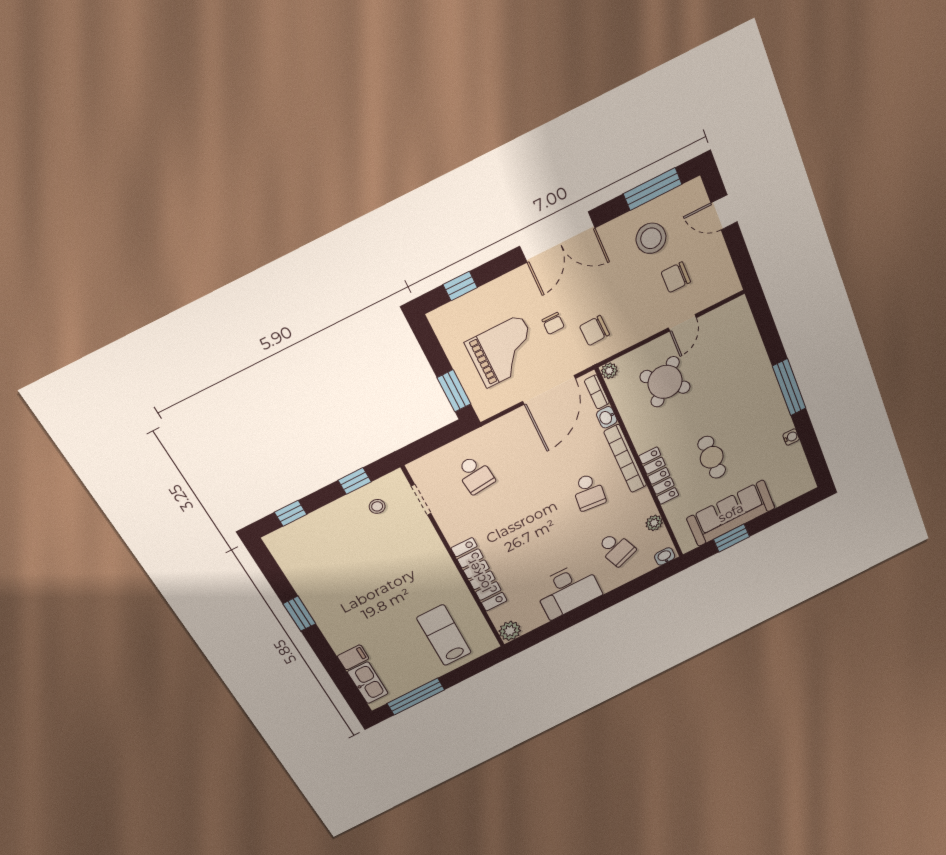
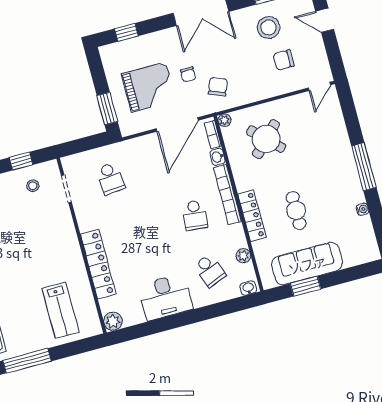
door: (682, 323) -> (319, 86), moved
chair: (595, 330) -> (218, 87), turned 114
lab bench: (444, 635) -> (61, 310), turned 180

